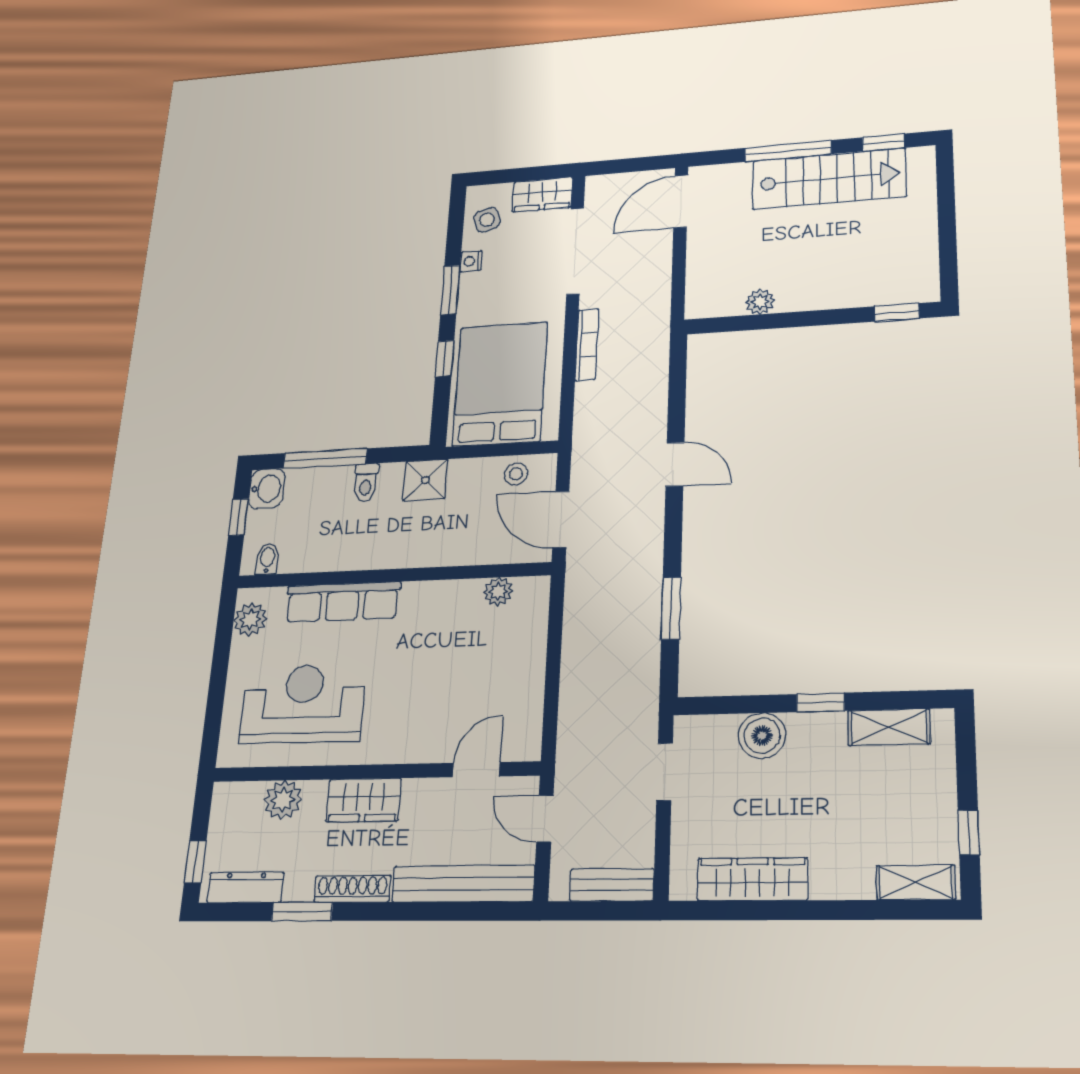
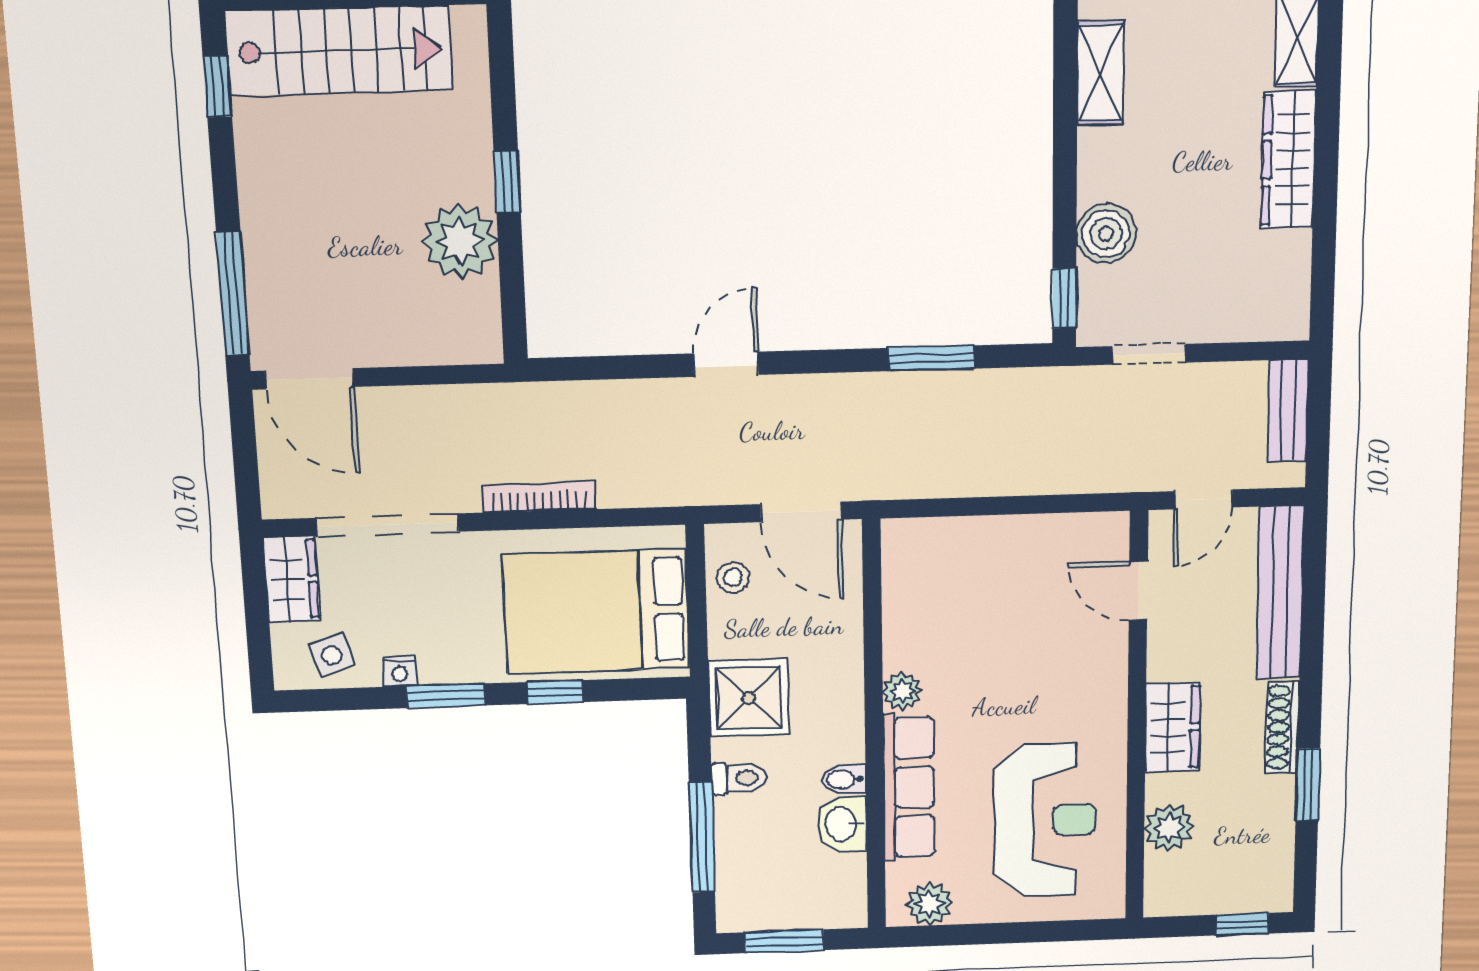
window: (788, 151) -> (233, 293), moved
stairs: (829, 179) -> (339, 51), moved, turned 90
plant: (760, 302) -> (460, 241), width x1.87, depth x1.87
window: (897, 312) -> (507, 182), moved
shower: (425, 480) -> (749, 698), width x1.36, depth x1.36
washbasin: (267, 489) -> (842, 824), moved, turned -90
window: (238, 517) -> (784, 941), width x1.50
door: (561, 519) -> (801, 512), hinge flipped
bidet: (267, 559) -> (844, 779), moved
plant: (498, 592) -> (902, 691), moved
window: (821, 702) -> (1064, 298), moved
reception desk: (303, 704) -> (1045, 820), turned 180
wardrobe: (752, 879) -> (1288, 160), moved
dresser: (245, 887) -> (1276, 858), removed

